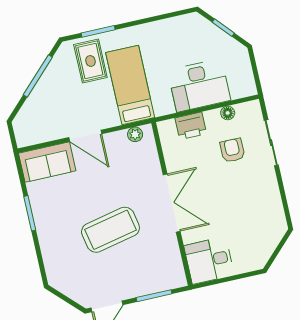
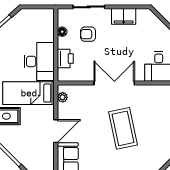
desk: (199, 85) -> (39, 61), moved
filing cabinet: (269, 195) -> (124, 16), added

